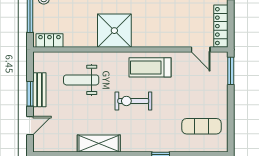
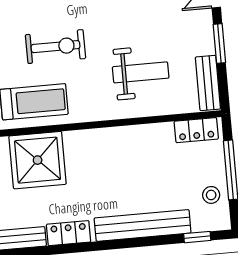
shower: (114, 31) -> (38, 160), moved
bench: (39, 90) -> (208, 83), moved

